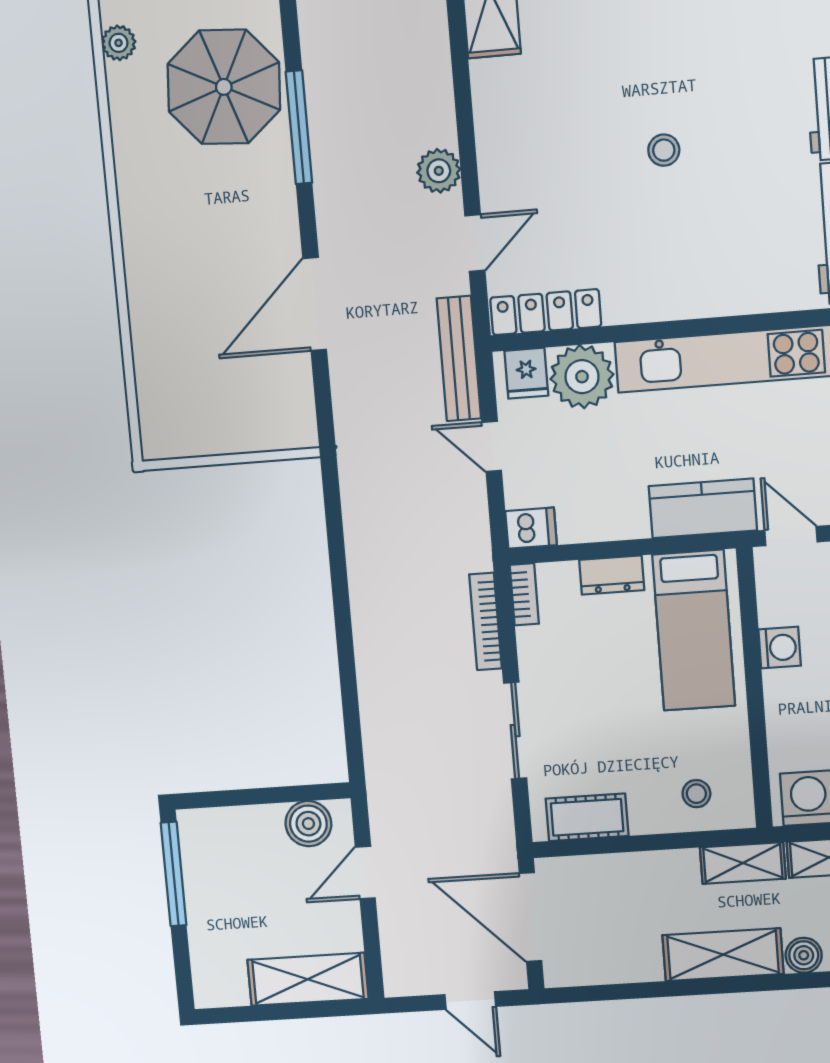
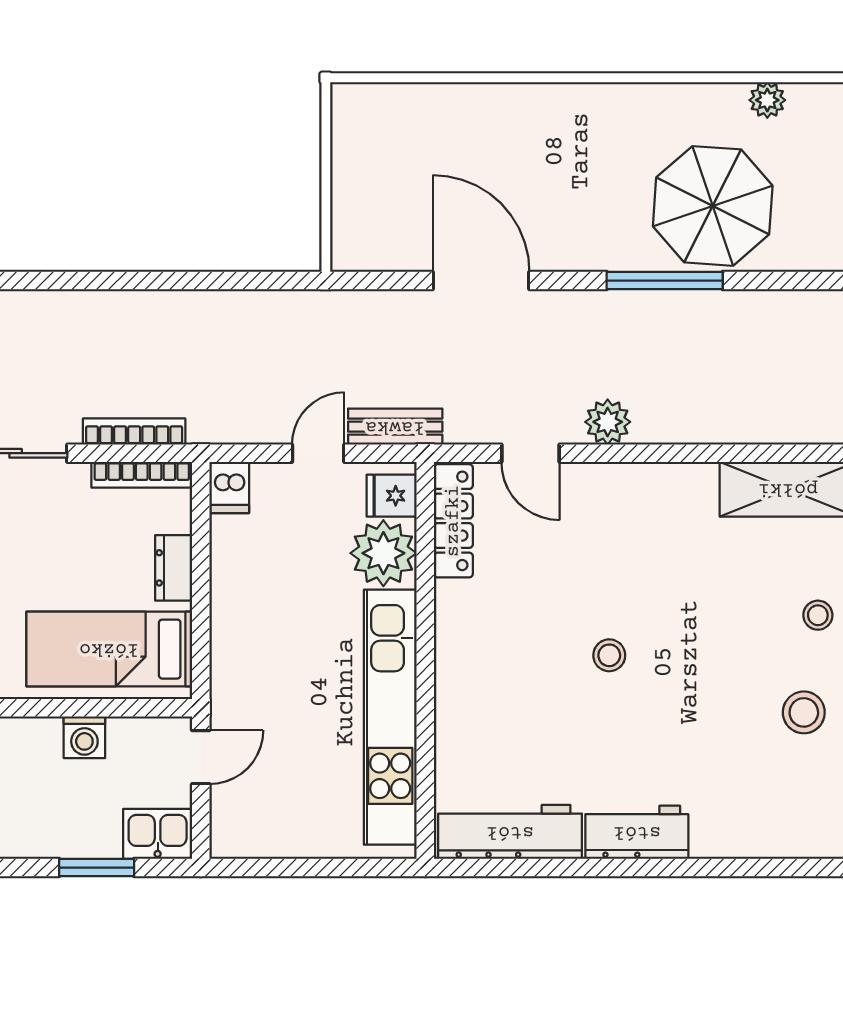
bench: (459, 359) -> (395, 427), width x0.73
kitchen counter: (703, 508) -> (237, 668), removed
bookcase: (524, 594) -> (142, 475), width x1.56

